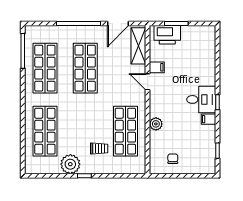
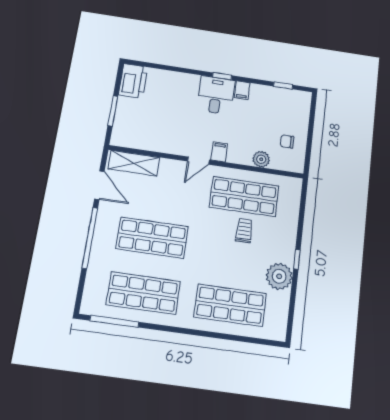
printer: (167, 35) -> (133, 81), moved
filing cabinet: (157, 67) -> (219, 152), moved
door: (148, 82) -> (198, 161), moved
plant: (156, 124) -> (261, 159), moved
trolley: (99, 148) -> (244, 231), moved

